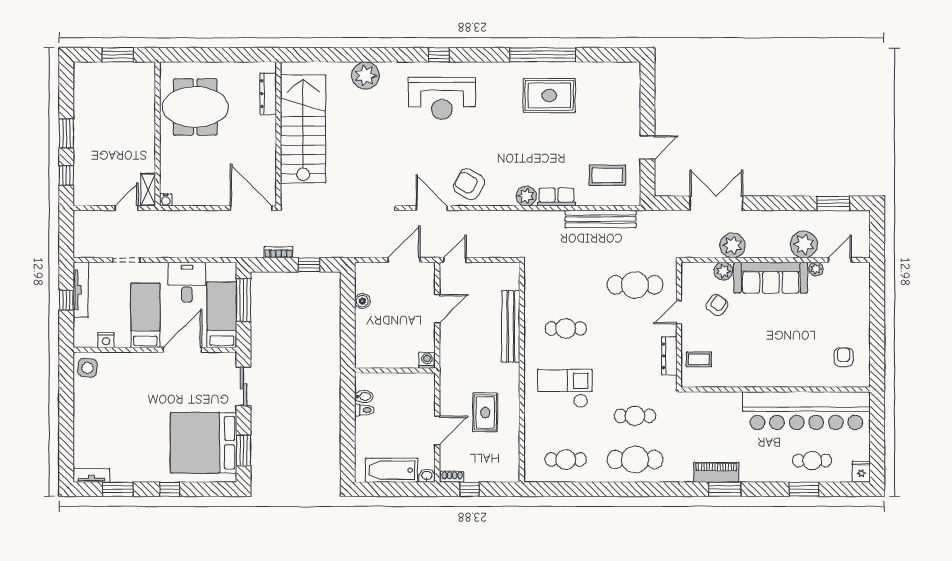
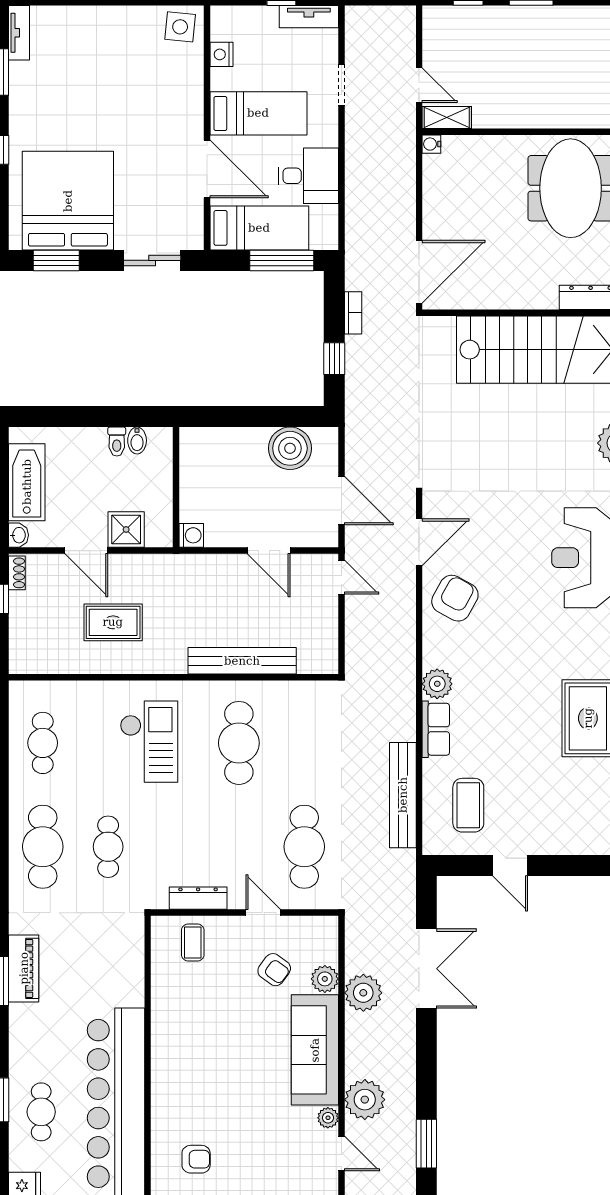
tv unit: (81, 290) -> (309, 17), width x0.71
boiler: (362, 301) -> (290, 448), width x1.86, depth x1.86
cafe table: (566, 329) -> (239, 743), width x1.37, depth x1.35
shower: (423, 404) -> (126, 529), added

